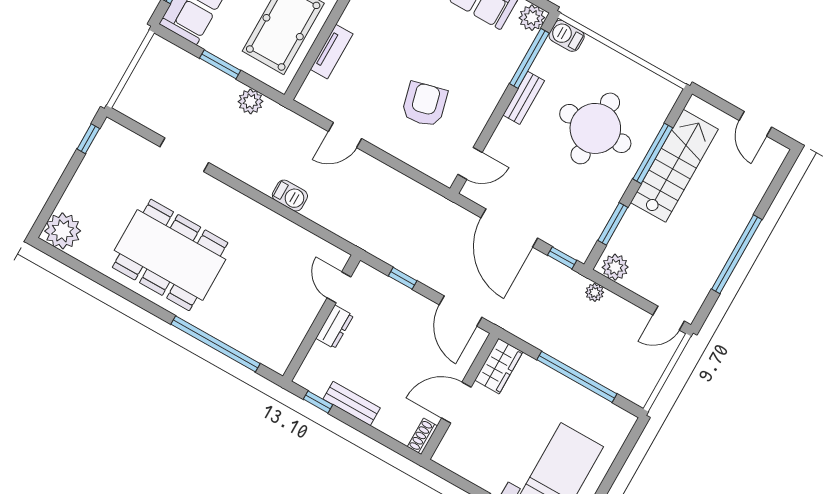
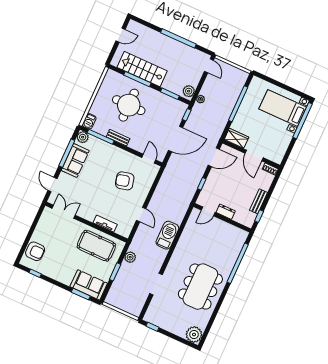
barbecue: (290, 196) -> (167, 235), width x1.88, depth x1.53

